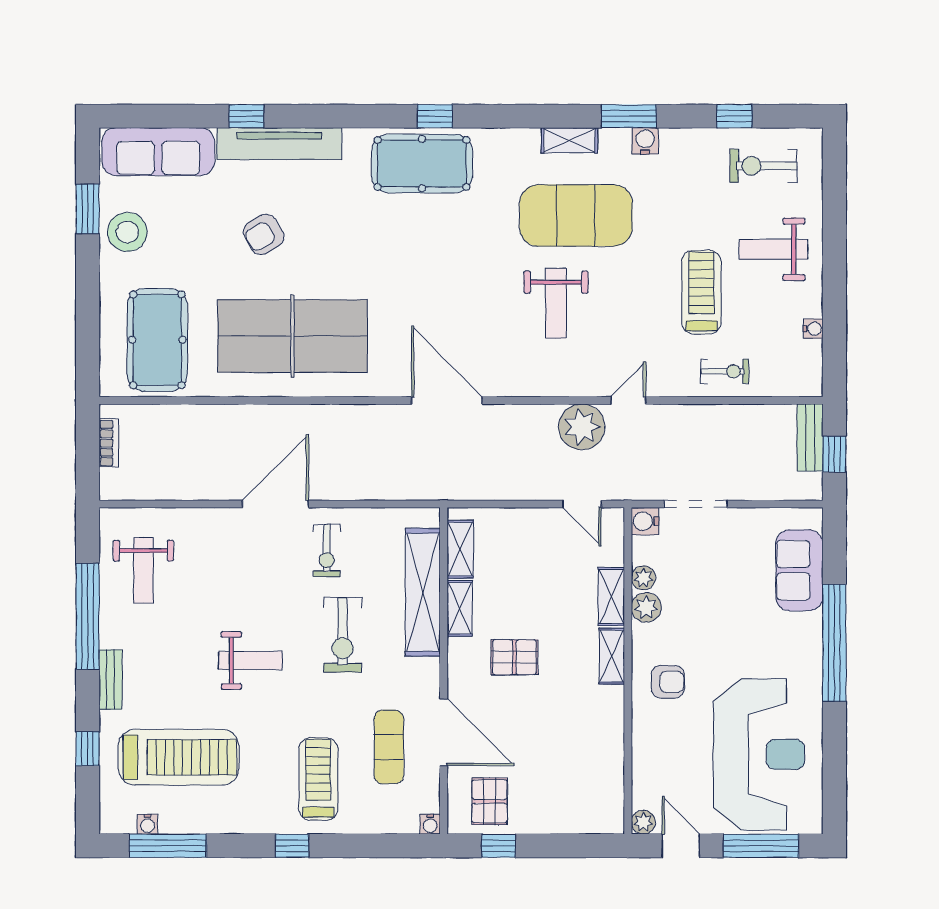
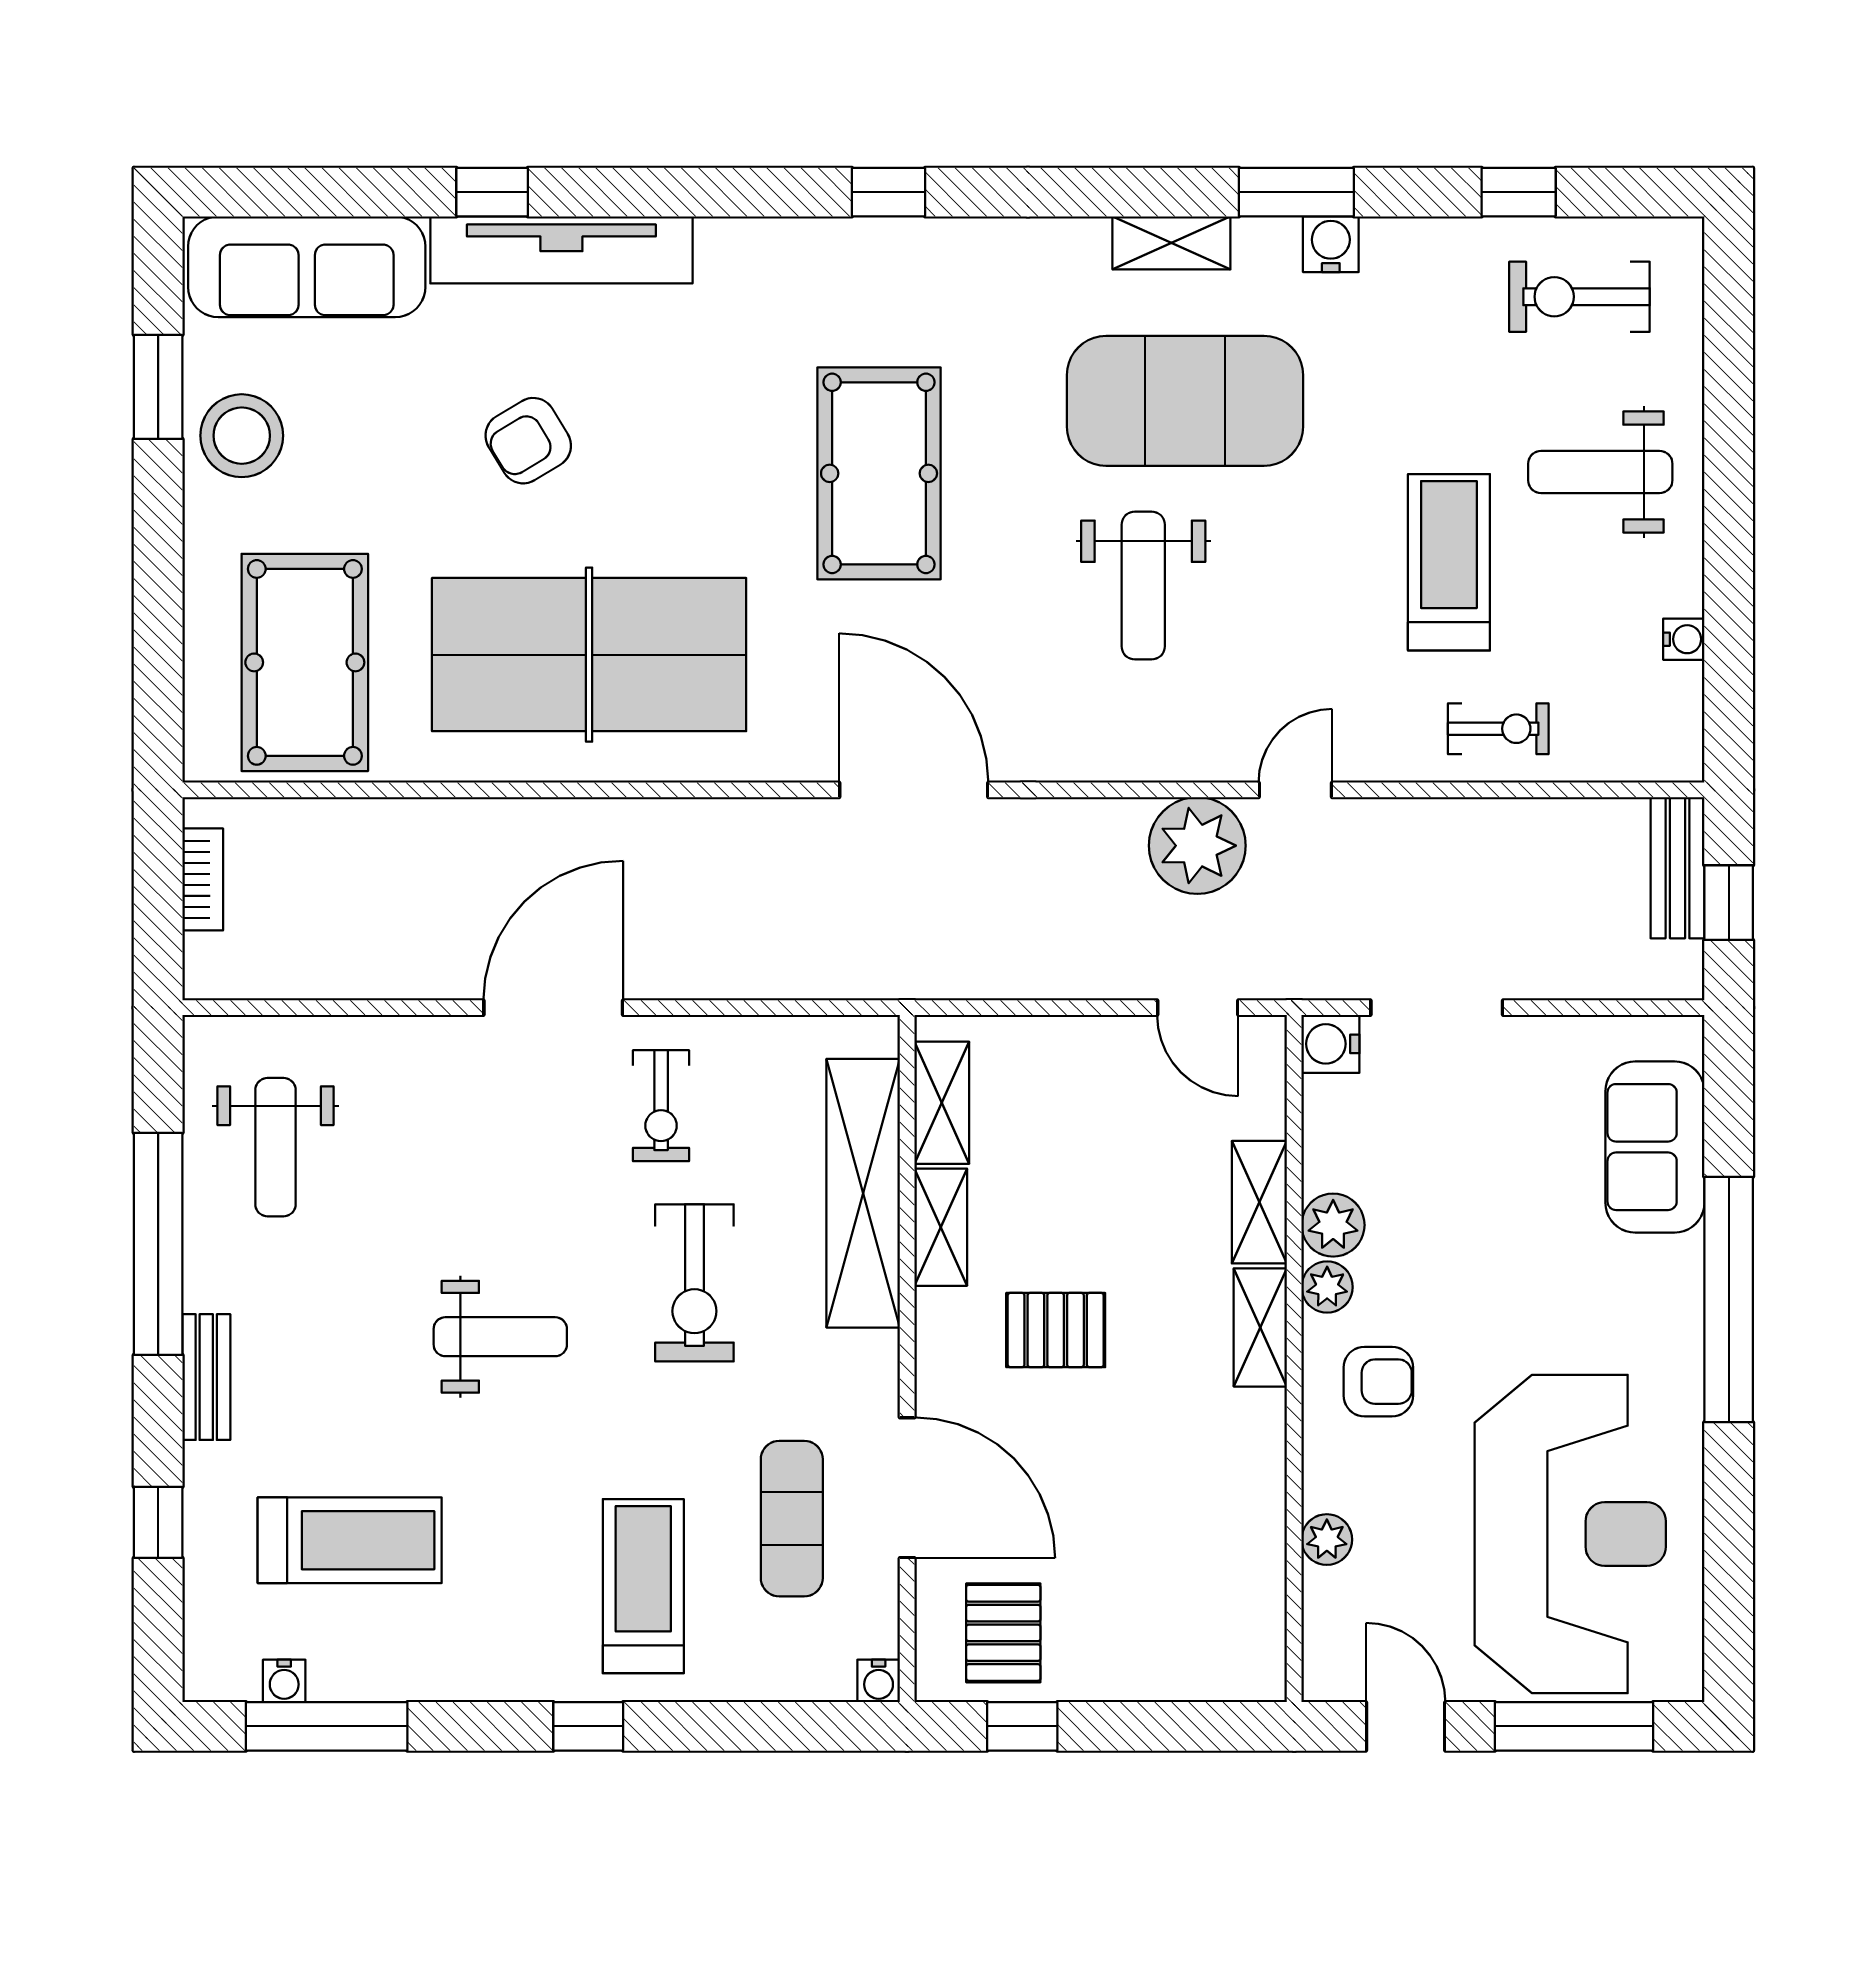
pool table: (422, 163) -> (879, 473), moved, turned 90
plant: (643, 578) -> (1327, 1287), moved
treadmill: (179, 757) -> (350, 1540), width x0.73, depth x0.73
plant: (643, 822) -> (1327, 1540), moved

